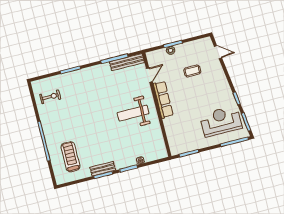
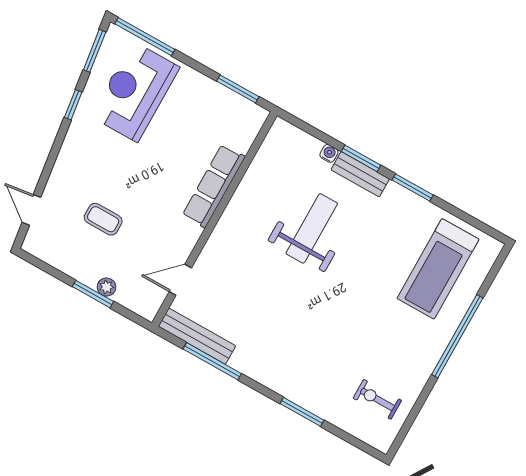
row of seats: (163, 100) -> (214, 186), moved
weight bench: (133, 113) -> (312, 228), moved, turned -90
reception desk: (221, 121) -> (135, 92), turned 90
treadmill: (70, 157) -> (438, 269), width x1.37, depth x1.38
bench: (103, 169) -> (360, 174), moved

